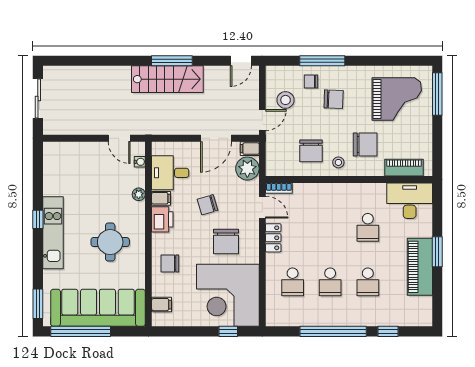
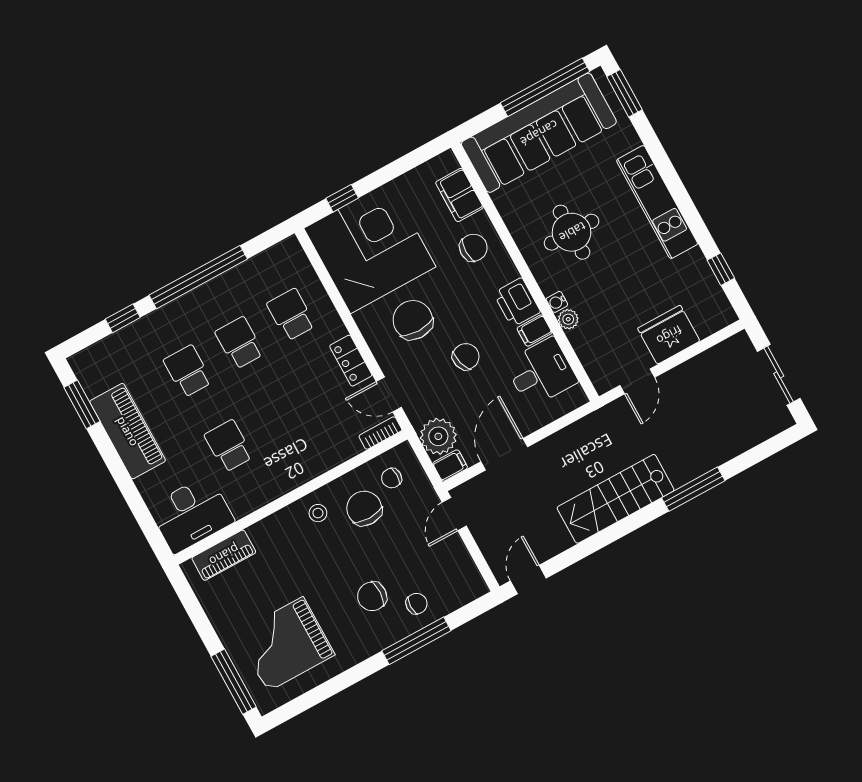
window: (172, 61) -> (693, 489), moved
stool: (286, 100) -> (438, 559), removed
door: (119, 138) -> (637, 381), swing flipped
chair: (365, 144) -> (392, 478), moved, width x0.54, depth x0.54
fridge: (87, 155) -> (669, 335), added
water cooler: (140, 162) -> (557, 302), moved
window: (38, 219) -> (721, 269), moved
window: (437, 252) -> (82, 404), moved
filing cabinet: (162, 305) -> (459, 195), width x2.00

